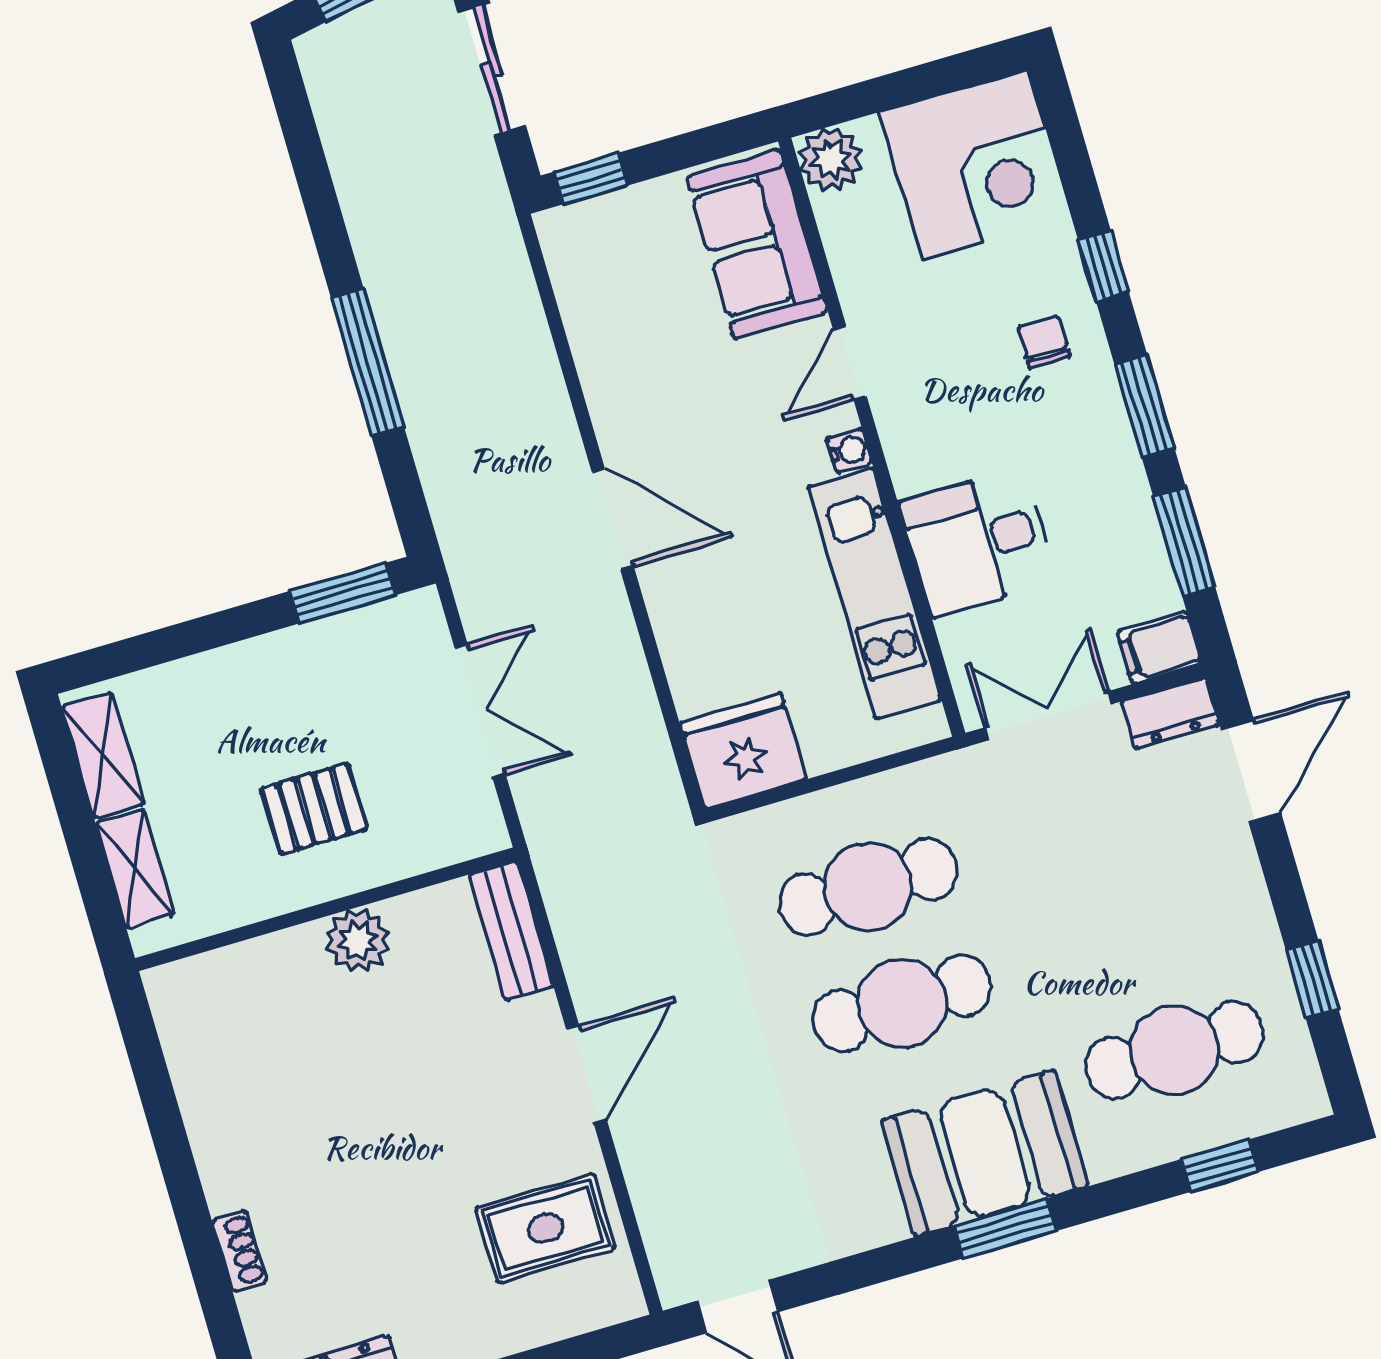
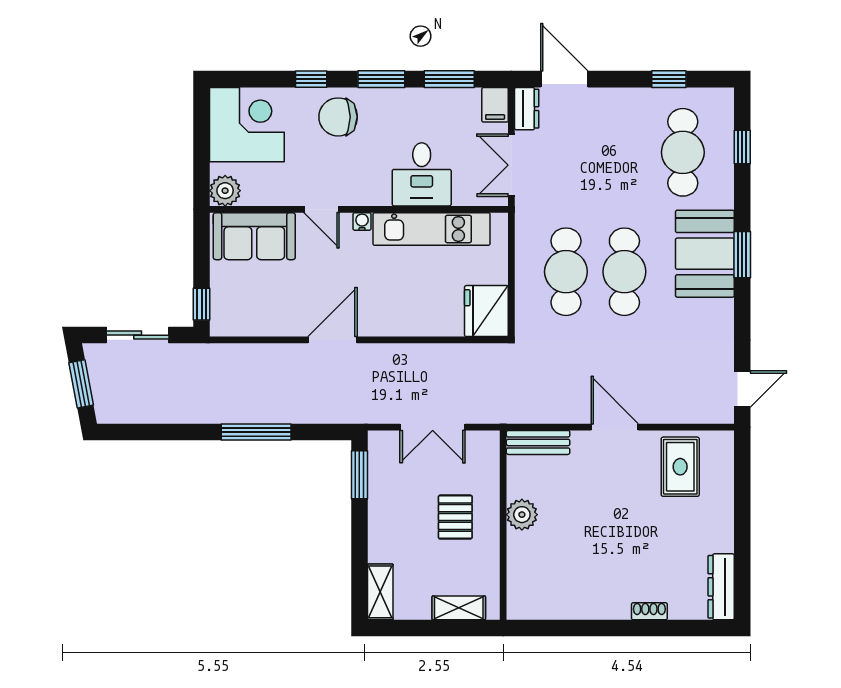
chair: (1044, 342) -> (338, 117), width x1.87, depth x1.87
door: (613, 519) -> (333, 340), moved
double door: (480, 711) -> (433, 427), swing flipped
shelving: (103, 755) -> (380, 592), moved, turned 90

